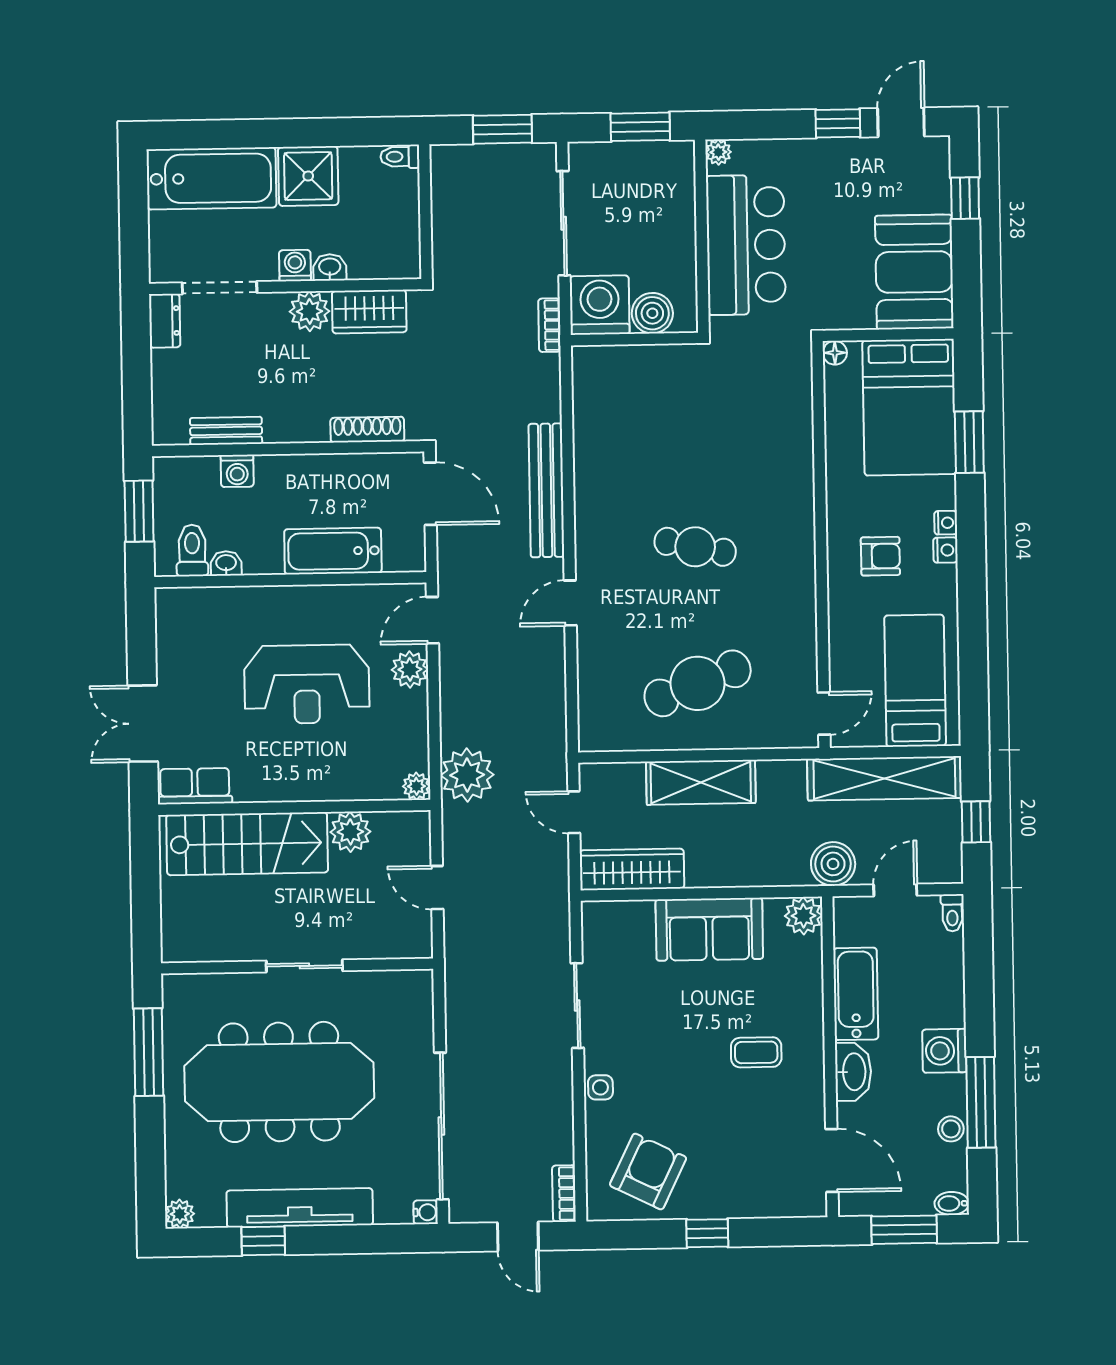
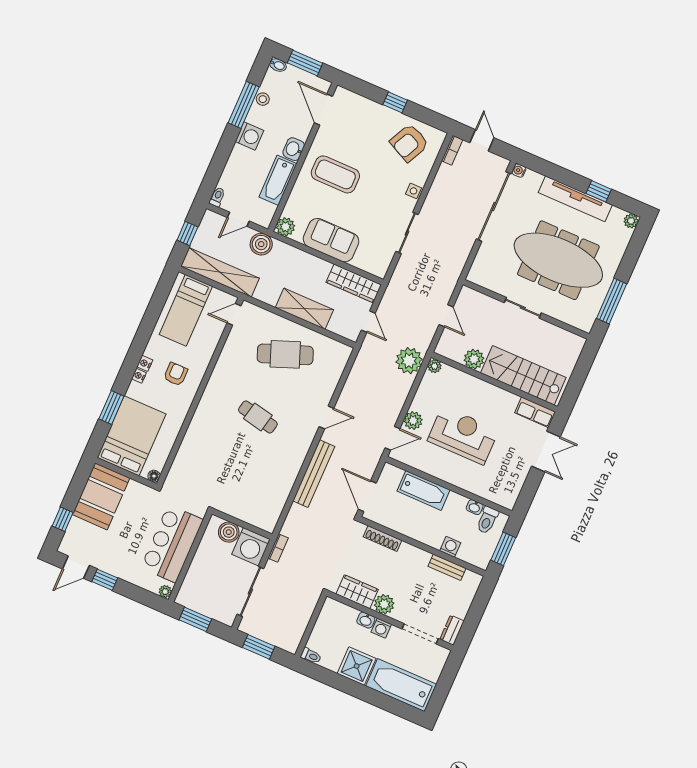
armchair: (880, 556) -> (176, 374), turned 90
coffee table: (756, 1052) -> (335, 174), width x1.86, depth x1.72
washbasin: (853, 1072) -> (294, 149), width x0.72

